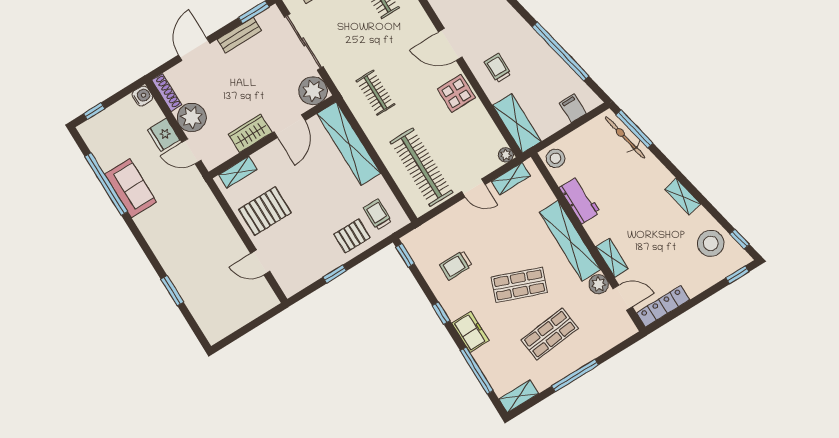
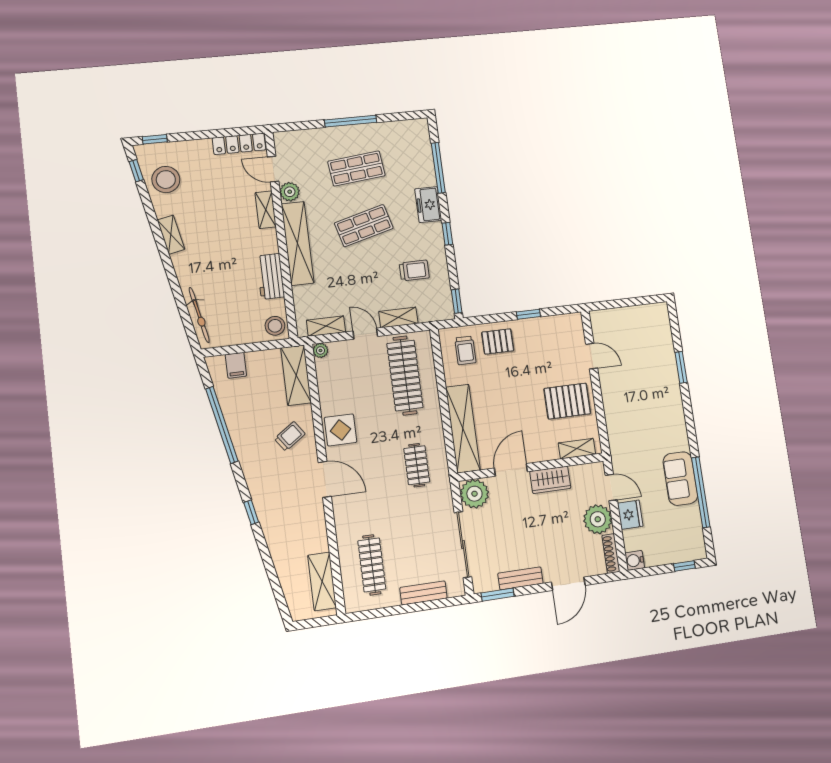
trolley: (498, 68) -> (290, 436), turned -125
window: (634, 129) -> (186, 319), removed
shop shelf: (519, 285) -> (364, 226), turned -36
shelving: (519, 396) -> (398, 317), moved

